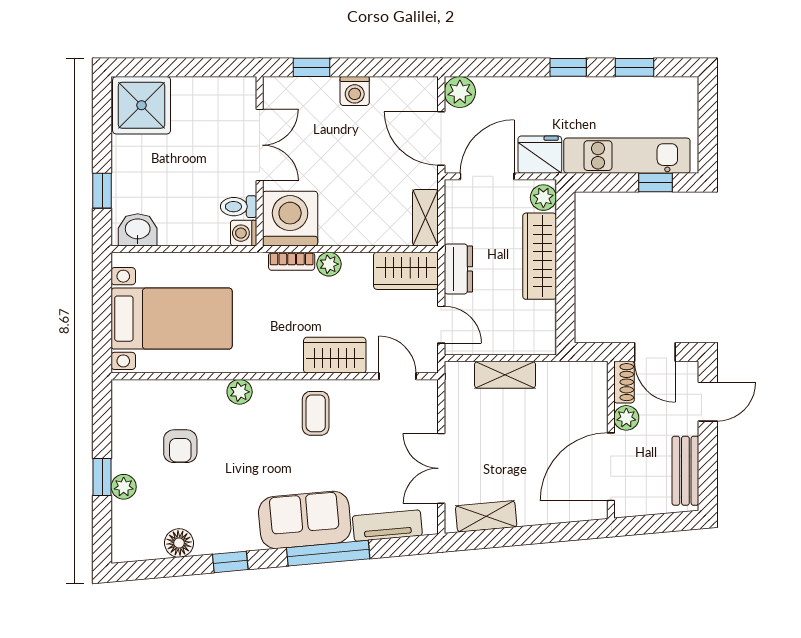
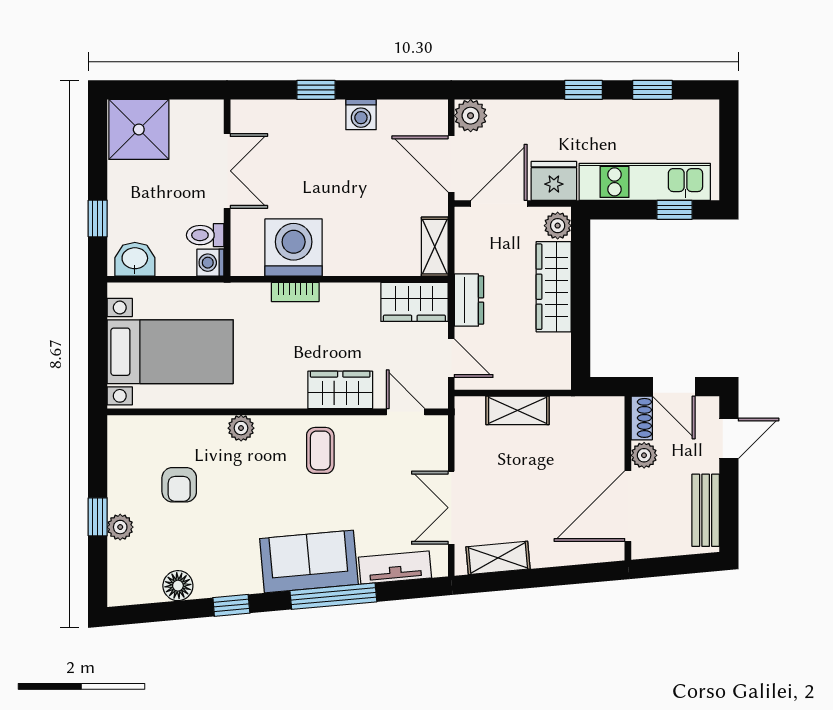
double door: (260, 145) -> (227, 171), moved
wall: (260, 161) -> (227, 188), moved
toilet: (239, 207) -> (205, 235), moved
washing machine: (244, 233) -> (210, 263), moved
plant: (329, 264) -> (334, 295), removed

